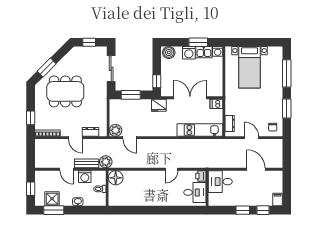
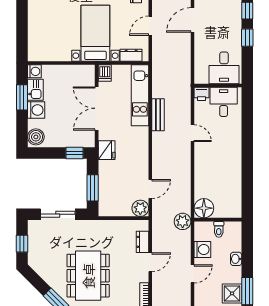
bed with nightstands: (250, 67) -> (95, 33), moved, turned -90
bench: (87, 163) -> (158, 115), moved
desk: (220, 182) -> (224, 68), moved

